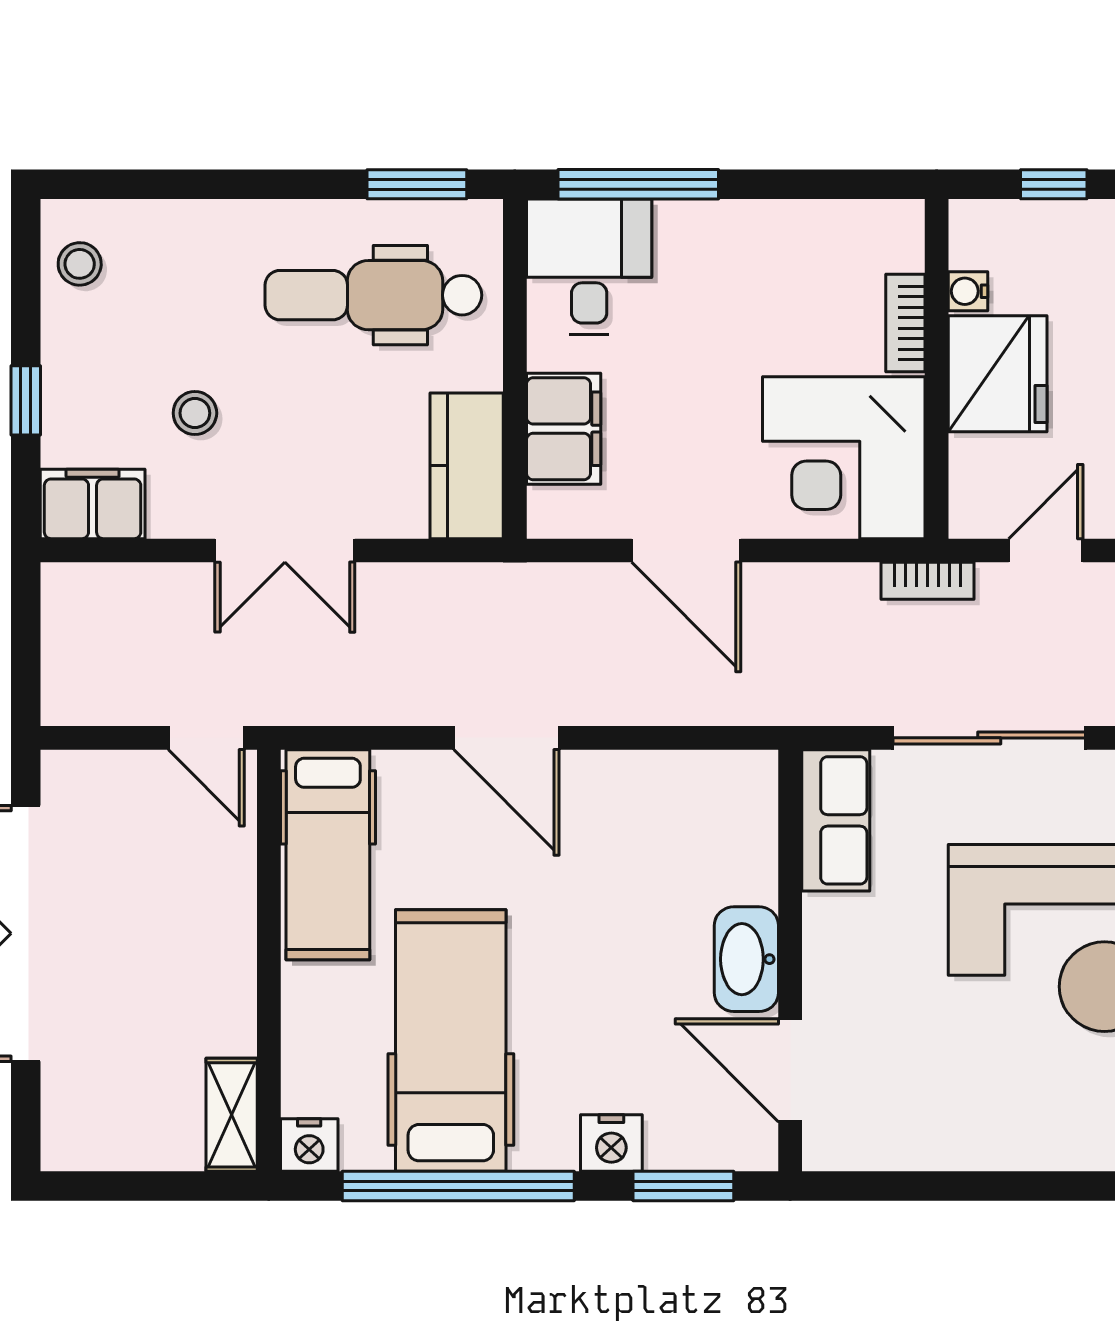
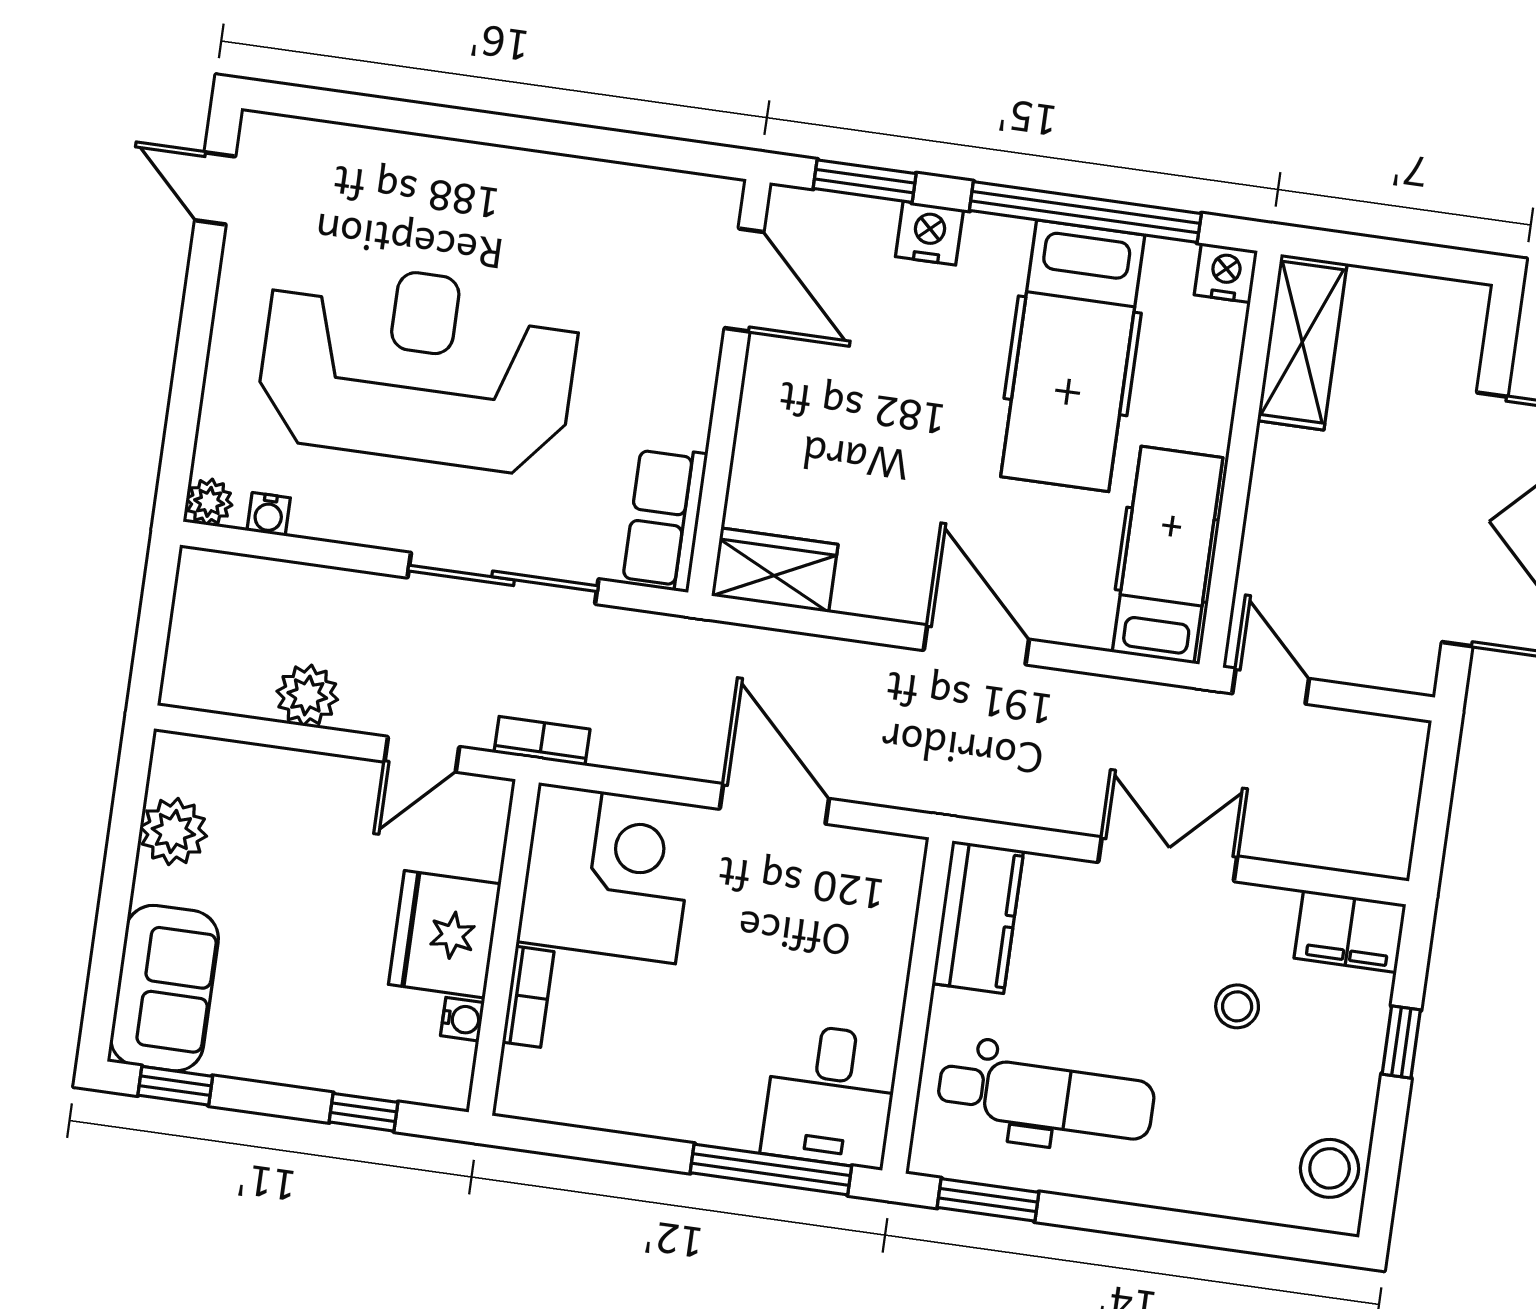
stool: (80, 264) -> (1330, 1168), width x1.37, depth x1.37
filing cabinet: (564, 429) -> (878, 940), removed
wardrobe: (719, 784) -> (775, 570), added
washbasin: (746, 959) -> (772, 395), removed
shelving: (232, 1115) -> (1302, 342), width x1.50, depth x1.33

